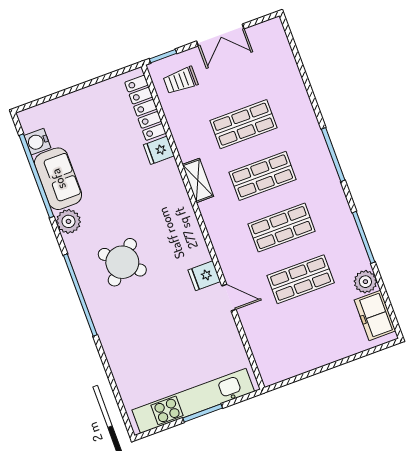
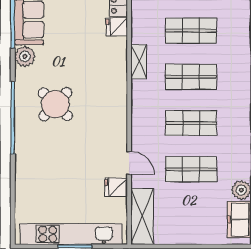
fridge: (204, 276) -> (116, 187), moved
shelving: (265, 352) -> (142, 216), added

